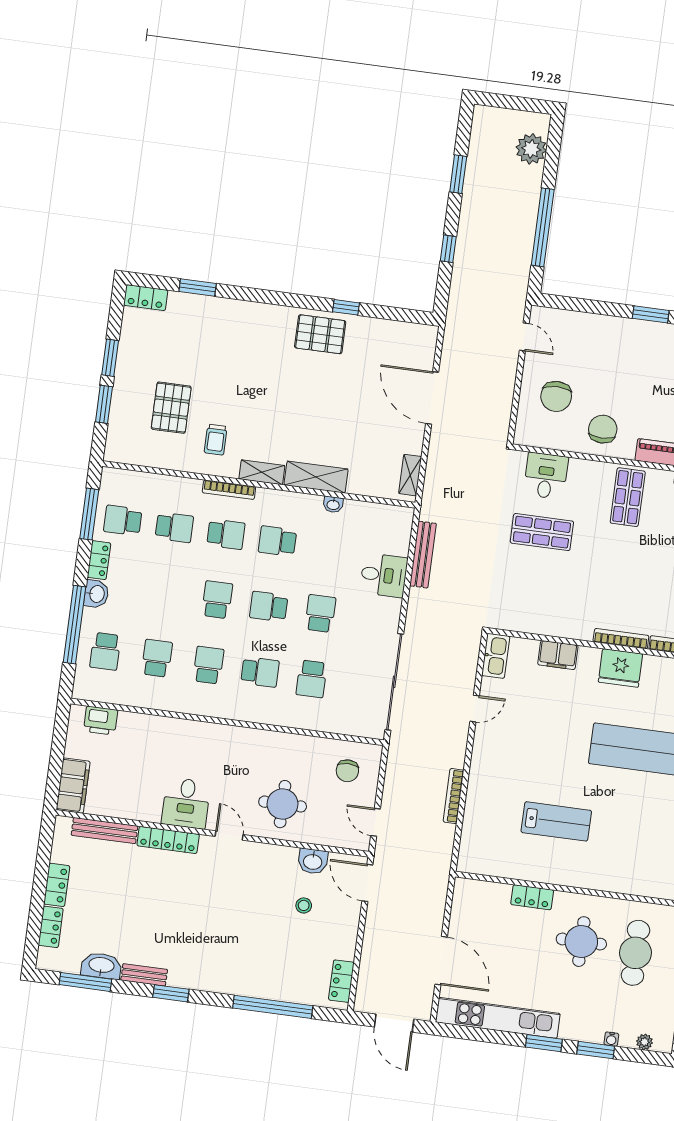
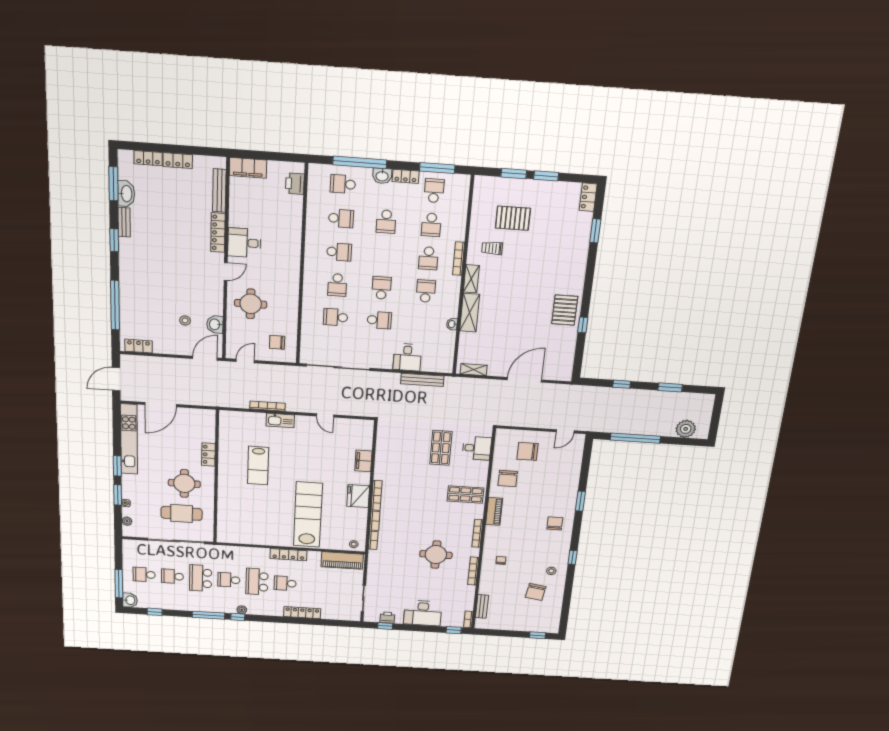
chair: (603, 429) -> (508, 478), turned 90
school desk: (217, 600) -> (386, 222), moved, turned 90
kitchen sink: (496, 656) -> (280, 420), moved

